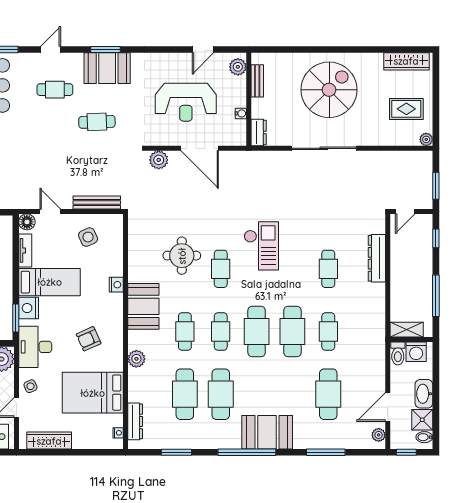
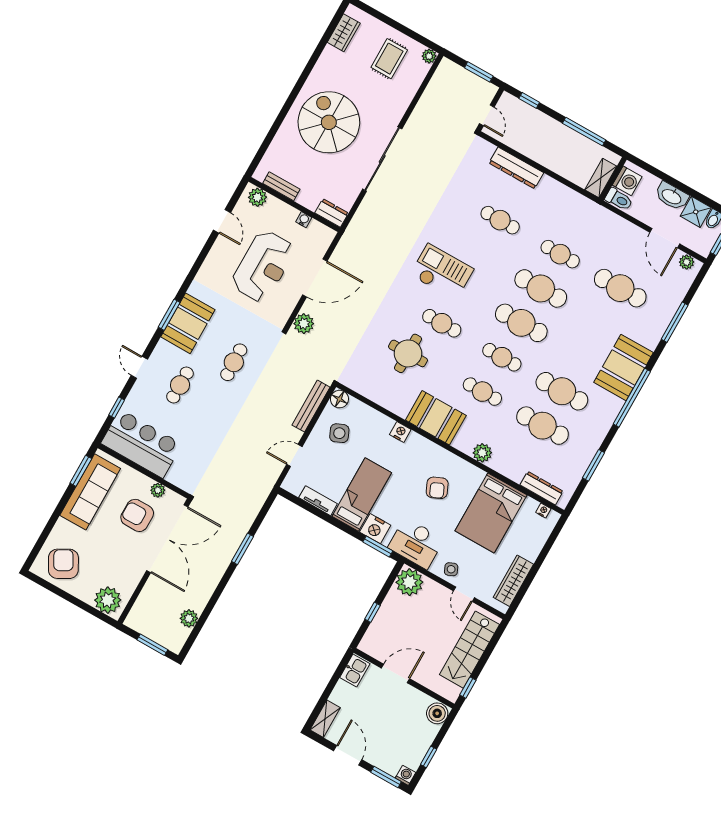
wardrobe: (406, 61) -> (344, 33), width x0.67
floor lamp: (27, 222) -> (339, 399), moved

